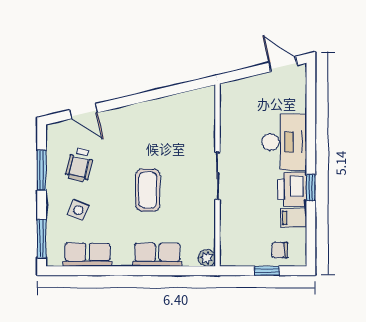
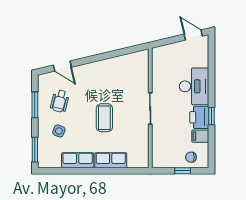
row of seats: (87, 255) -> (78, 160), moved
plant: (207, 258) -> (143, 162), removed

